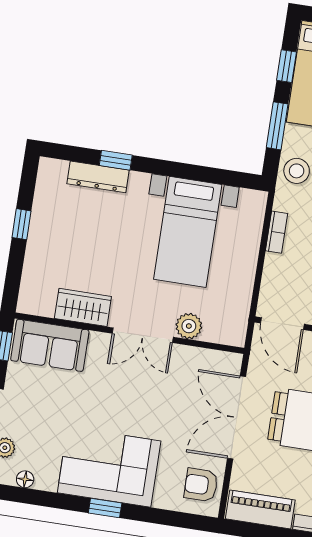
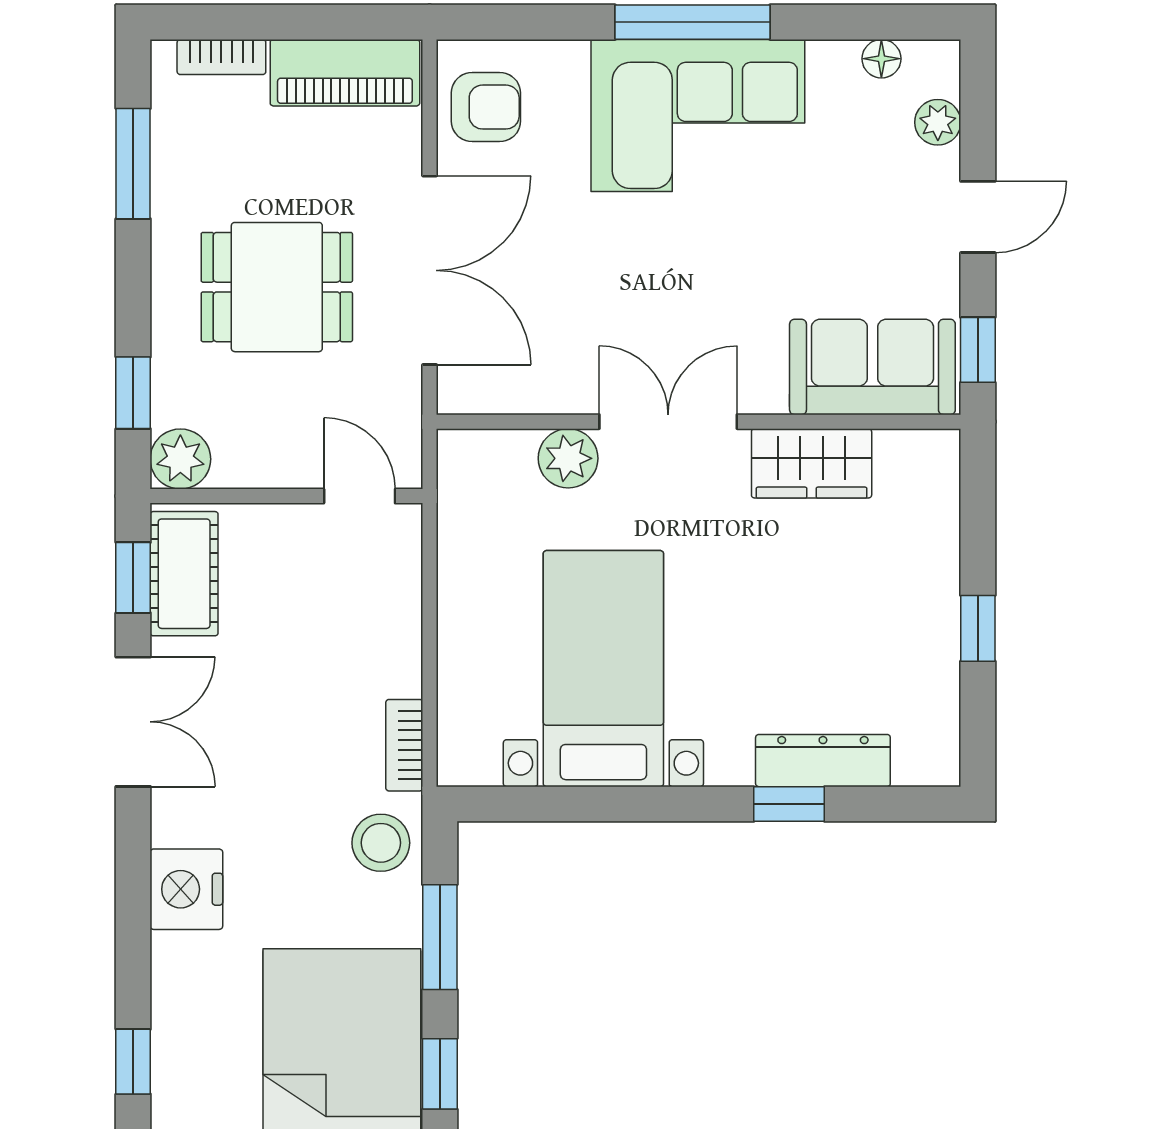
bookcase: (277, 232) -> (404, 745), moved
door: (282, 324) -> (360, 496), width x0.73
window: (105, 508) -> (693, 22), width x2.17

